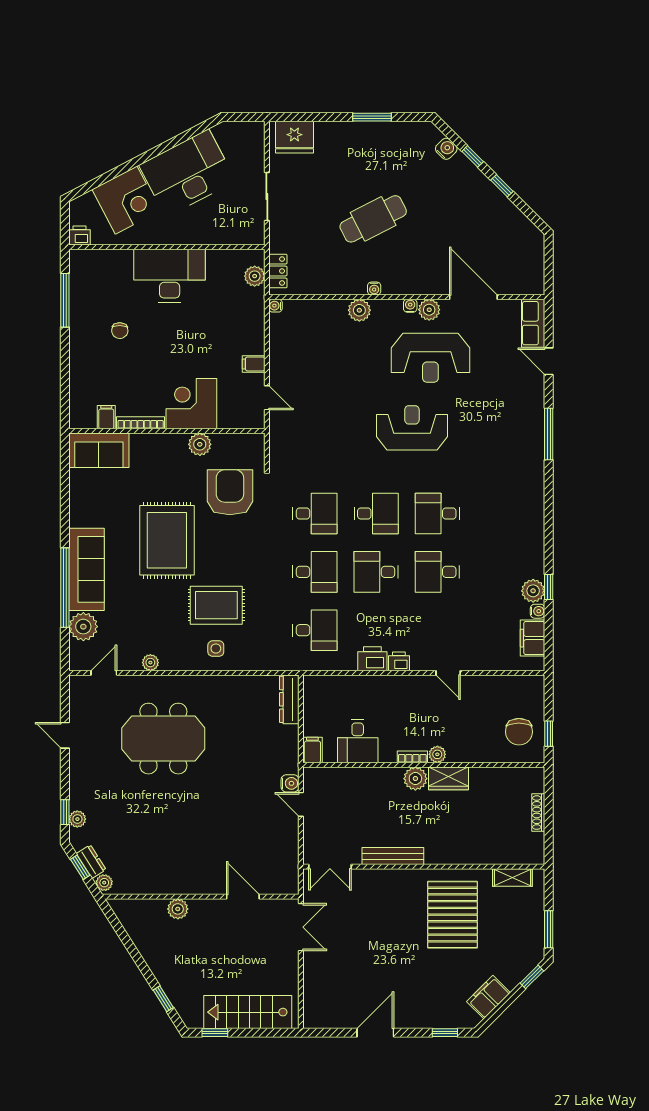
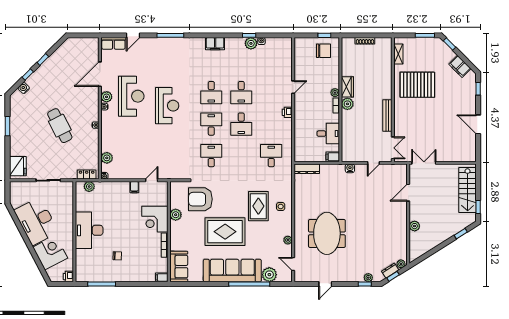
plant: (359, 310) -> (107, 158), moved
filing cabinet: (106, 417) -> (162, 277), moved
reception desk: (412, 428) -> (167, 106), turned 180
sofa: (87, 569) -> (232, 271), width x1.36, depth x1.27
desk: (315, 572) -> (241, 156), removed
filing cabinet: (533, 638) -> (215, 44), moved
printer: (372, 659) -> (286, 126), removed
door: (301, 804) -> (373, 163), moved

